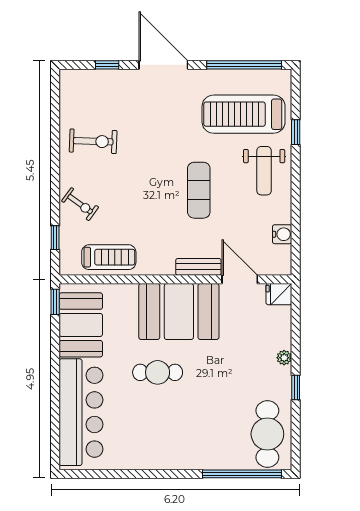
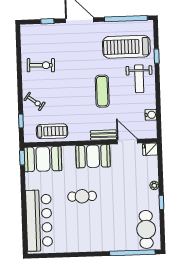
booth: (179, 312) -> (93, 156), width x0.73, depth x0.70
booth: (81, 325) -> (43, 159), moved, turned 90

